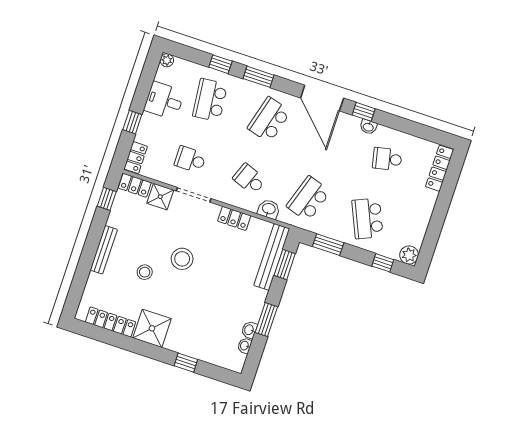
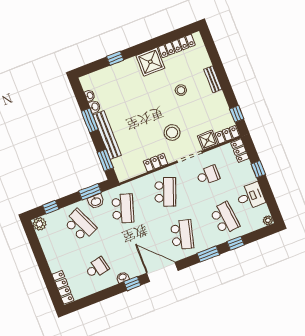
school desk: (249, 179) -> (165, 192), width x1.85
washbasin: (269, 209) -> (96, 201), moved
bench: (104, 250) -> (213, 79), width x0.73
bench: (272, 257) -> (107, 135), moved
stool: (182, 259) -> (172, 133), moved

